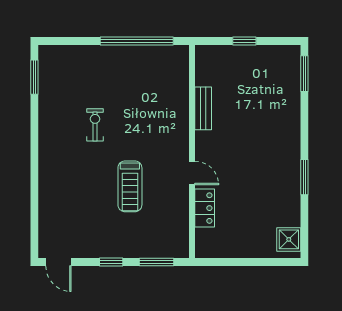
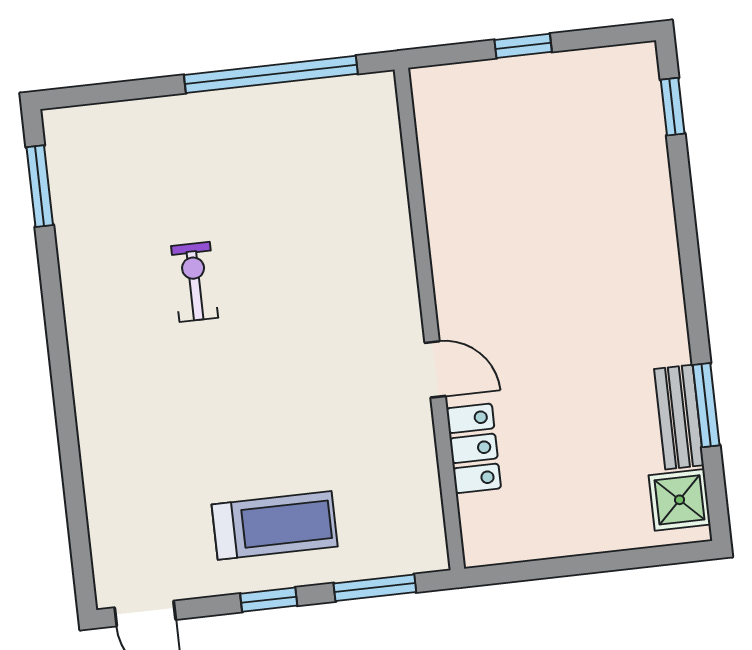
window: (304, 74) -> (673, 107), width x0.67
bench: (203, 108) -> (679, 417), moved
window: (304, 177) -> (706, 405), moved
treadmill: (130, 186) -> (275, 525), moved, turned -90

